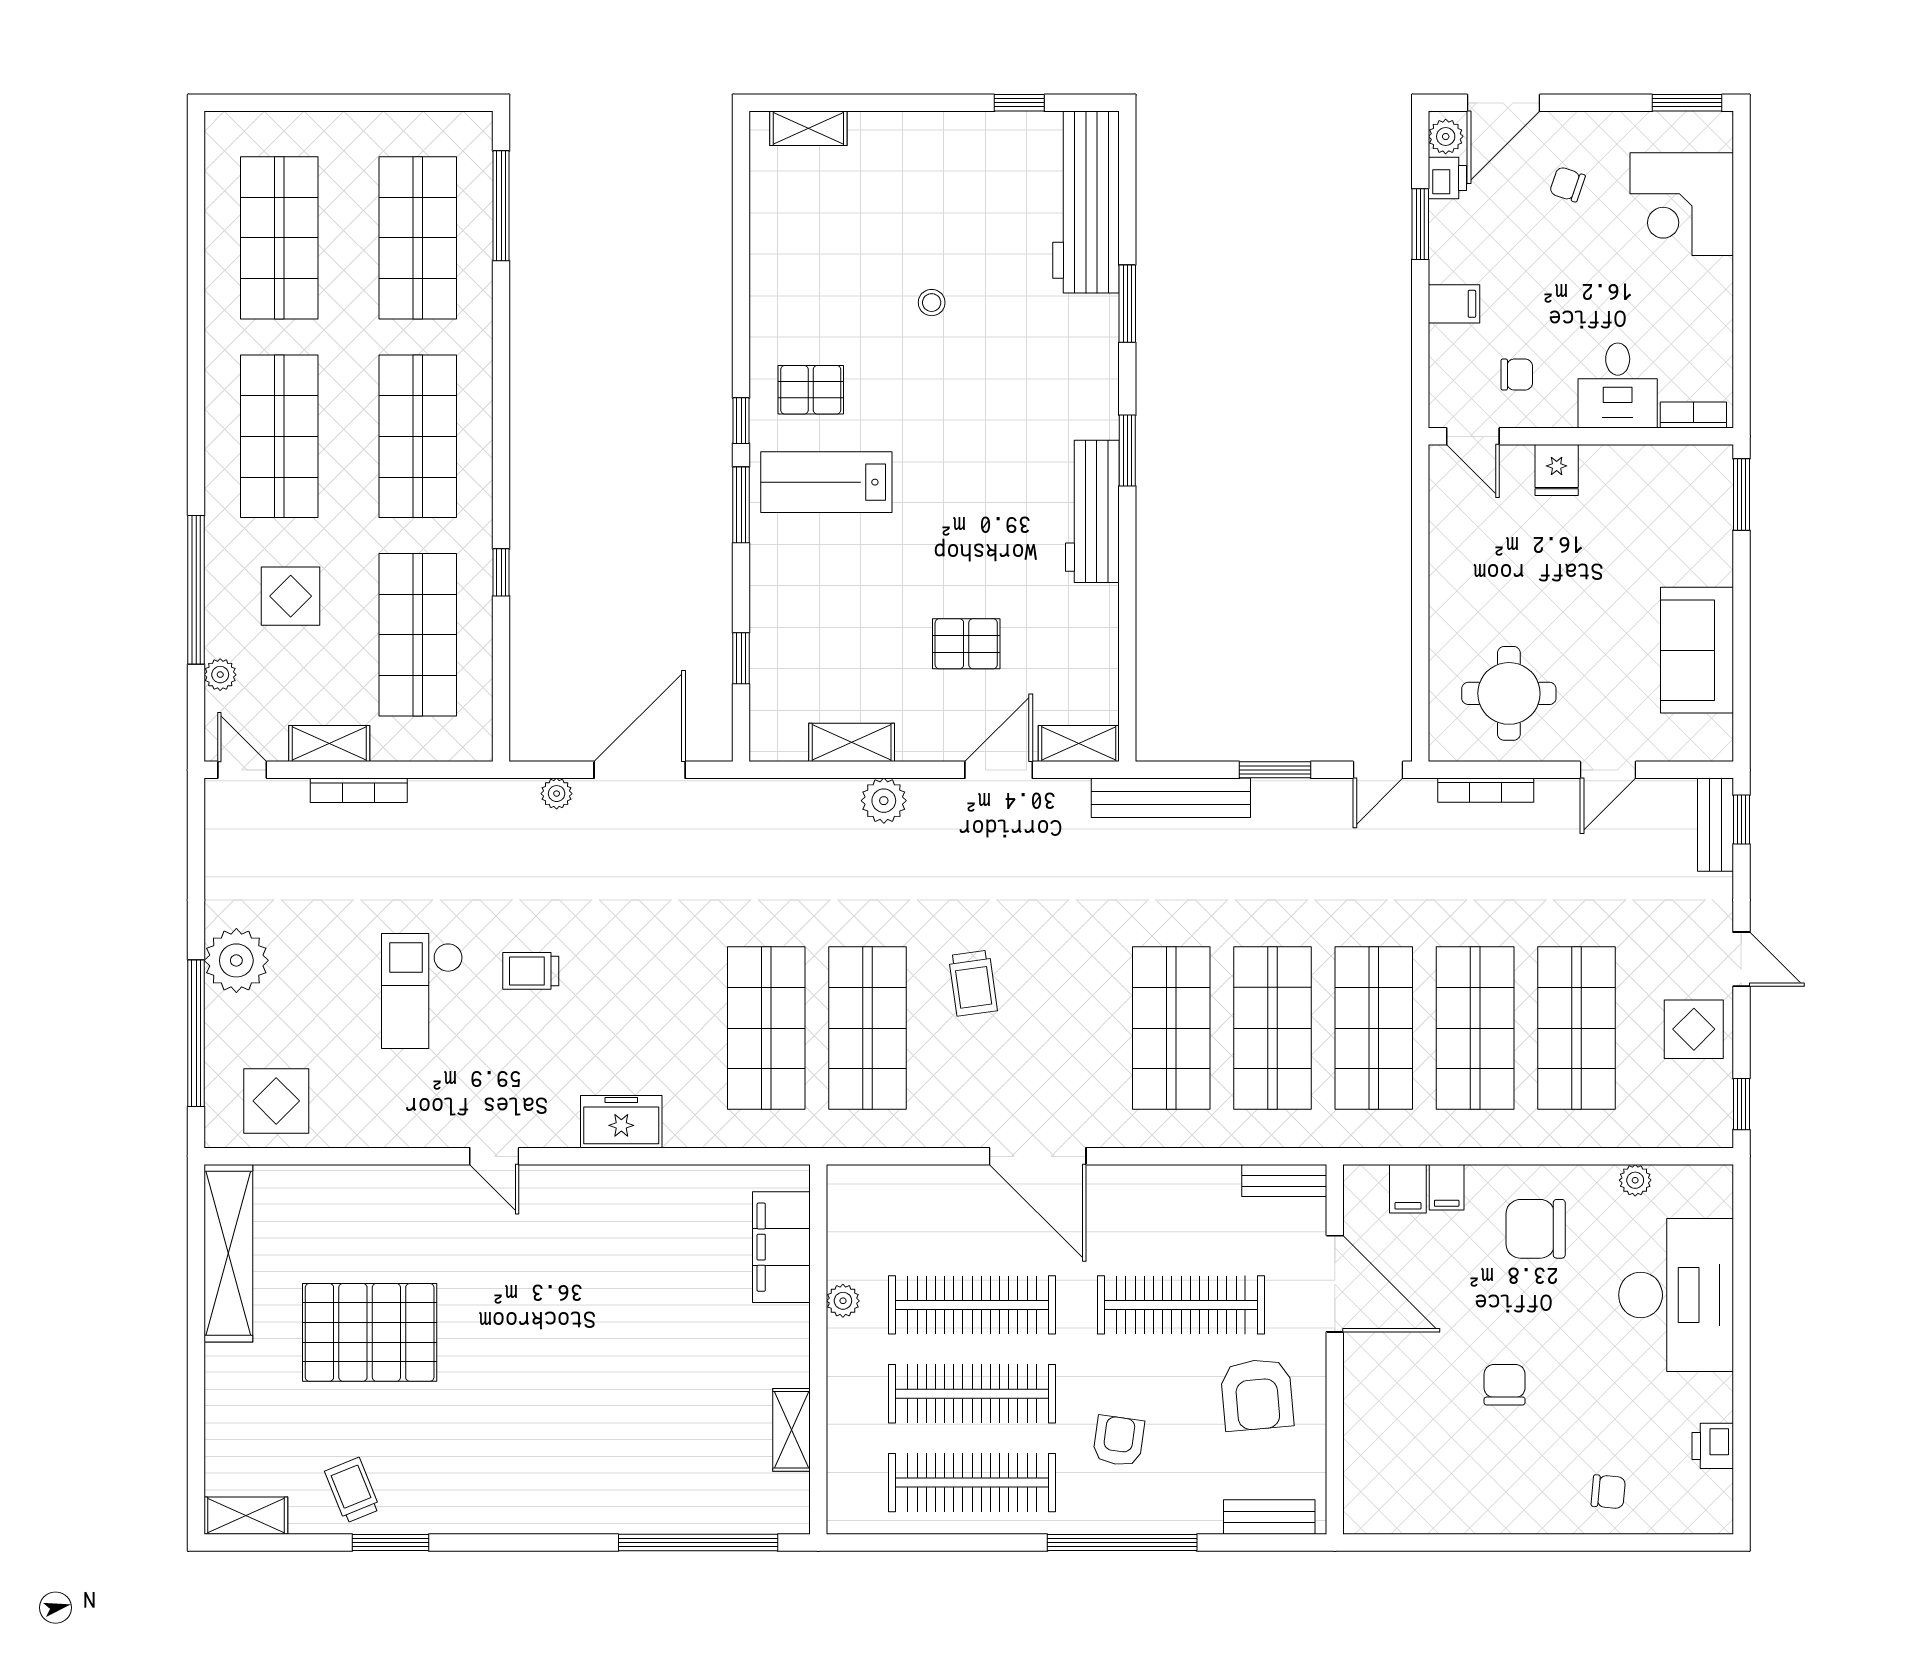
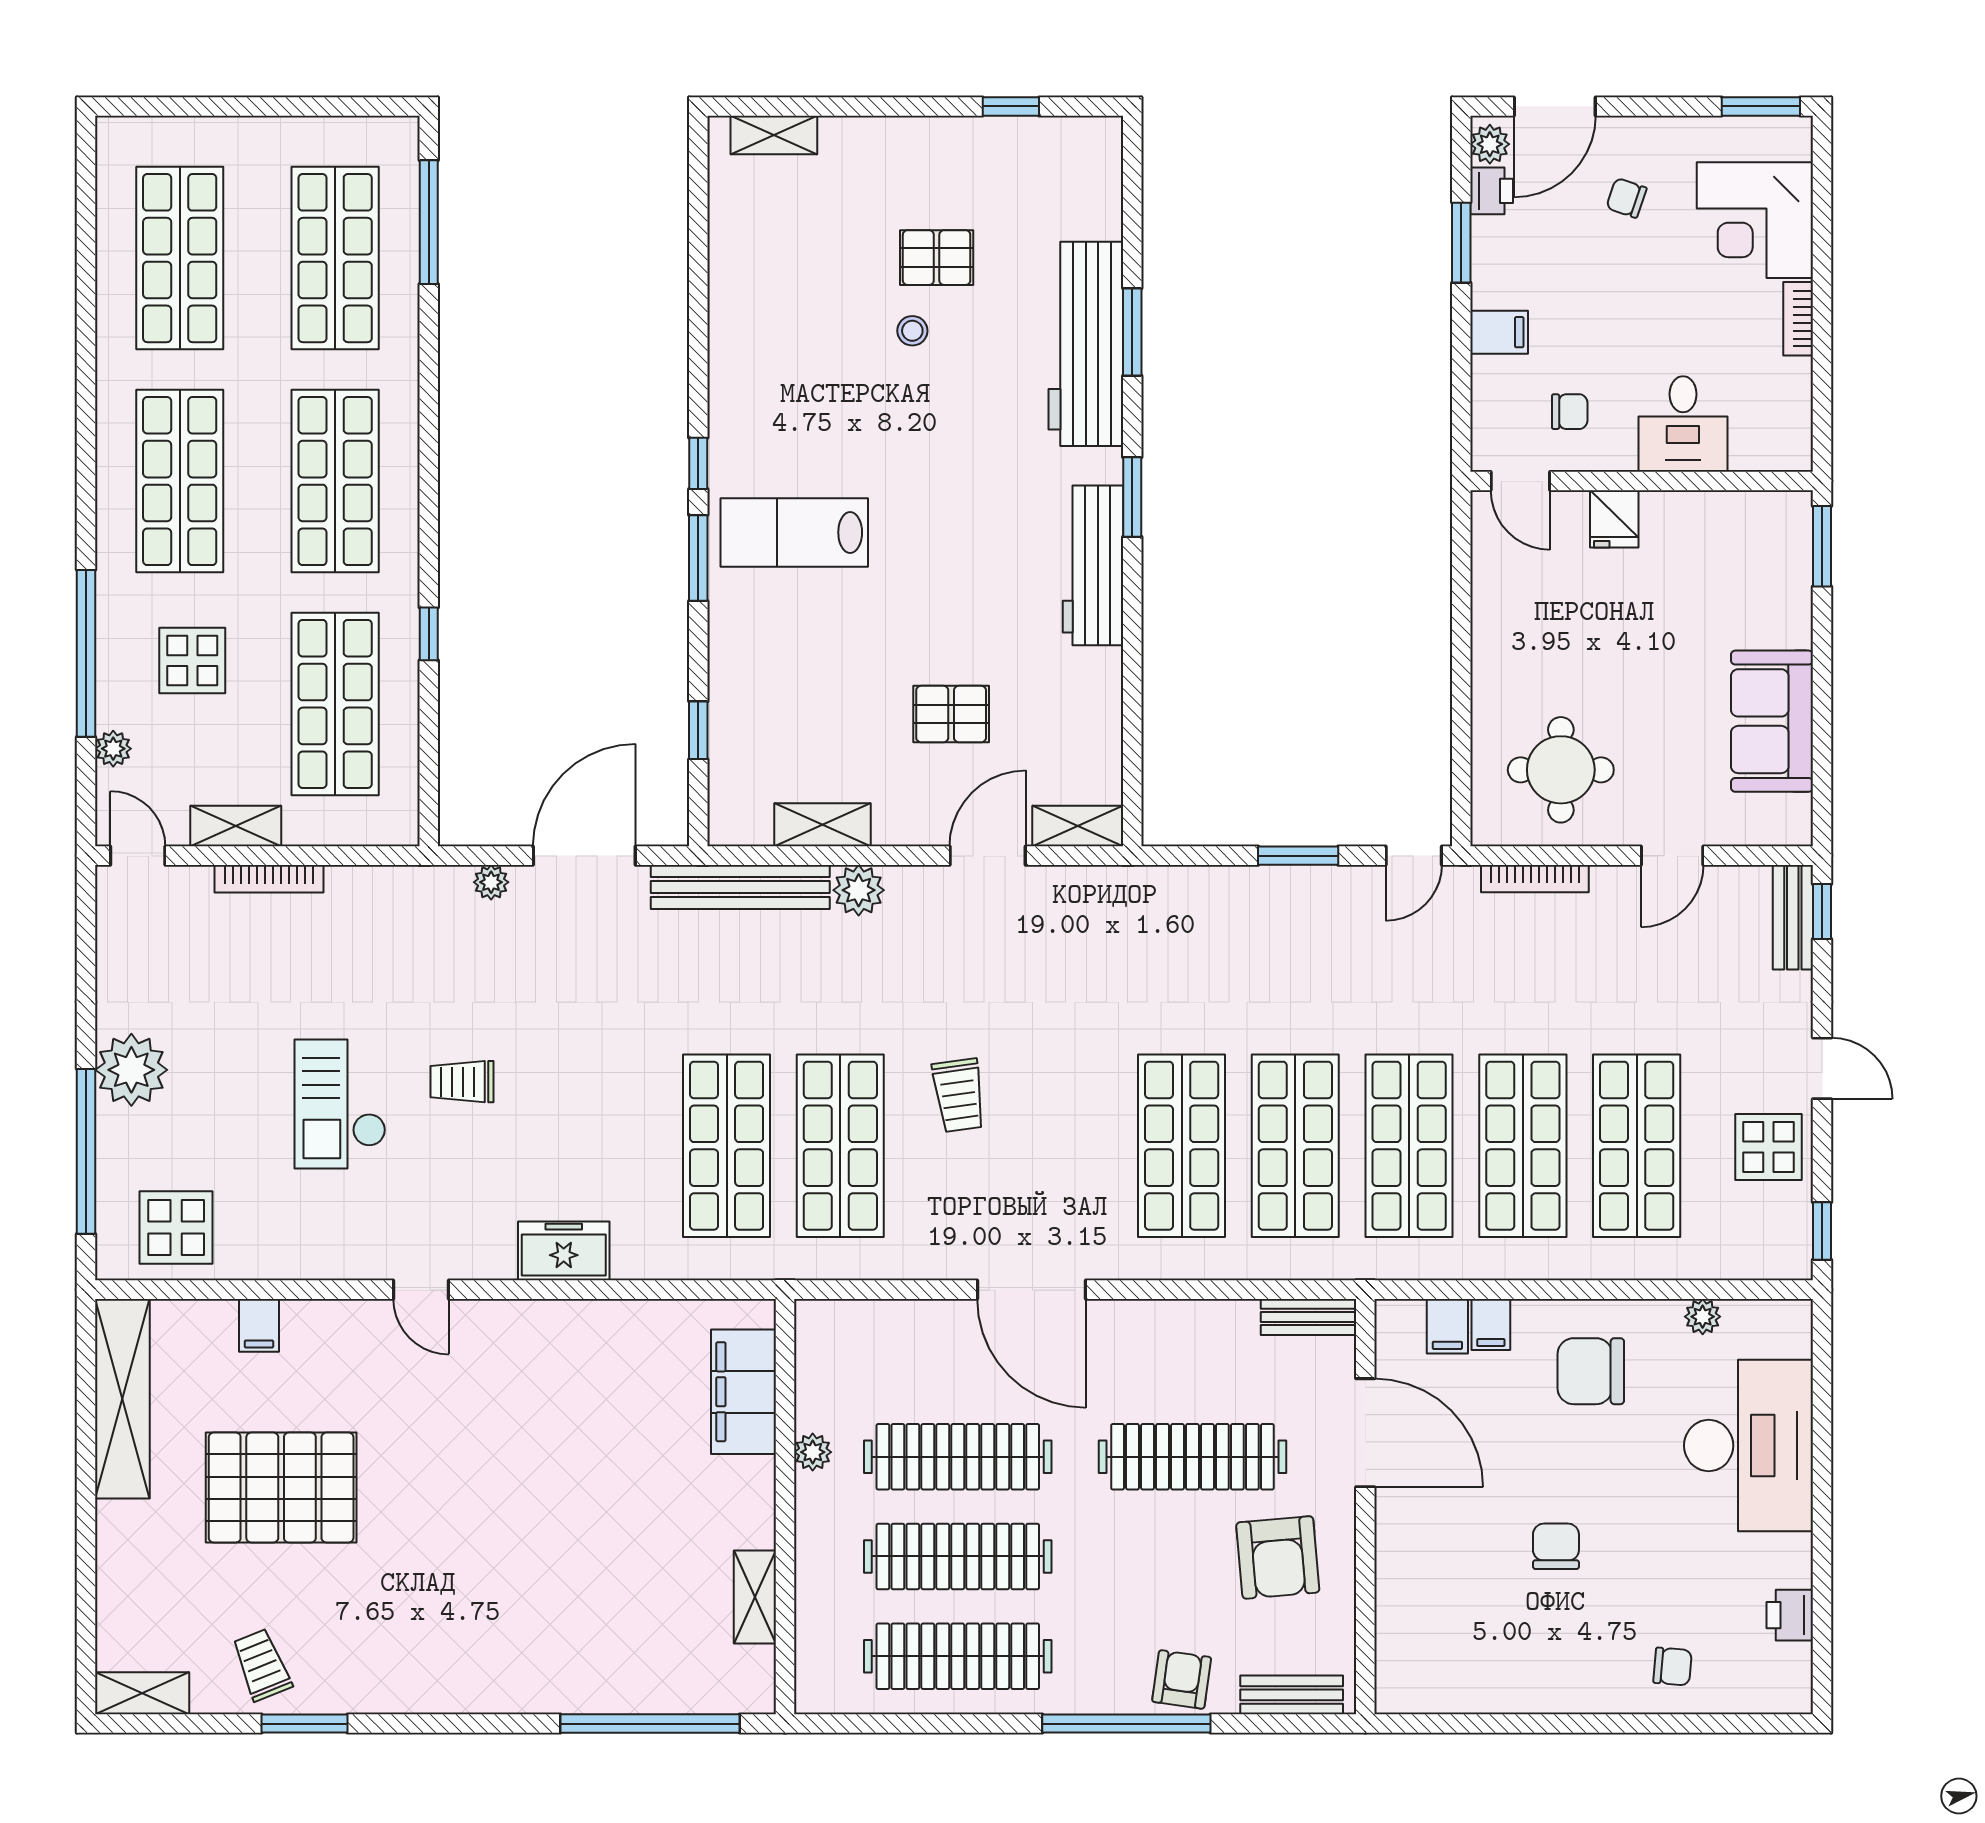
workbench: (1086, 202) -> (1086, 344), moved
pallet: (811, 390) -> (937, 258), moved
bookcase: (1693, 415) -> (1798, 319), moved, turned -90
bench: (1171, 798) -> (740, 887), moved
filing cabinet: (350, 1188) -> (259, 1325), added
armchair: (1119, 1441) -> (1182, 1679), moved

